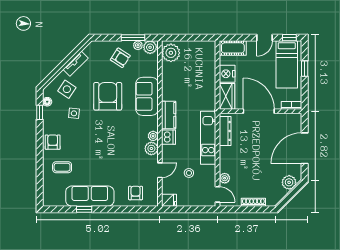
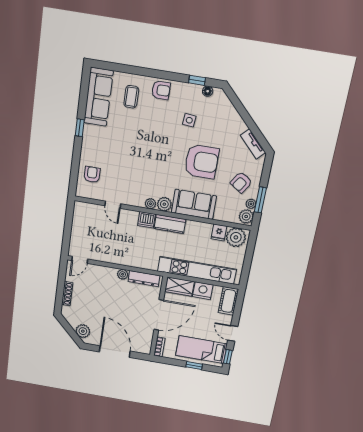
tv unit: (76, 64) -> (253, 144), moved
side table: (67, 89) -> (218, 117), removed
kitchen unit: (208, 138) -> (197, 270), moved, width x1.36
plant: (151, 149) -> (164, 204), moved
stool: (189, 173) -> (106, 235), removed
plant: (225, 178) -> (123, 274), moved
armchair: (136, 193) -> (92, 175), turned -90
sofa: (90, 196) -> (98, 97), moved
fridge: (169, 200) -> (219, 233), moved
window: (84, 209) -> (80, 128), moved

